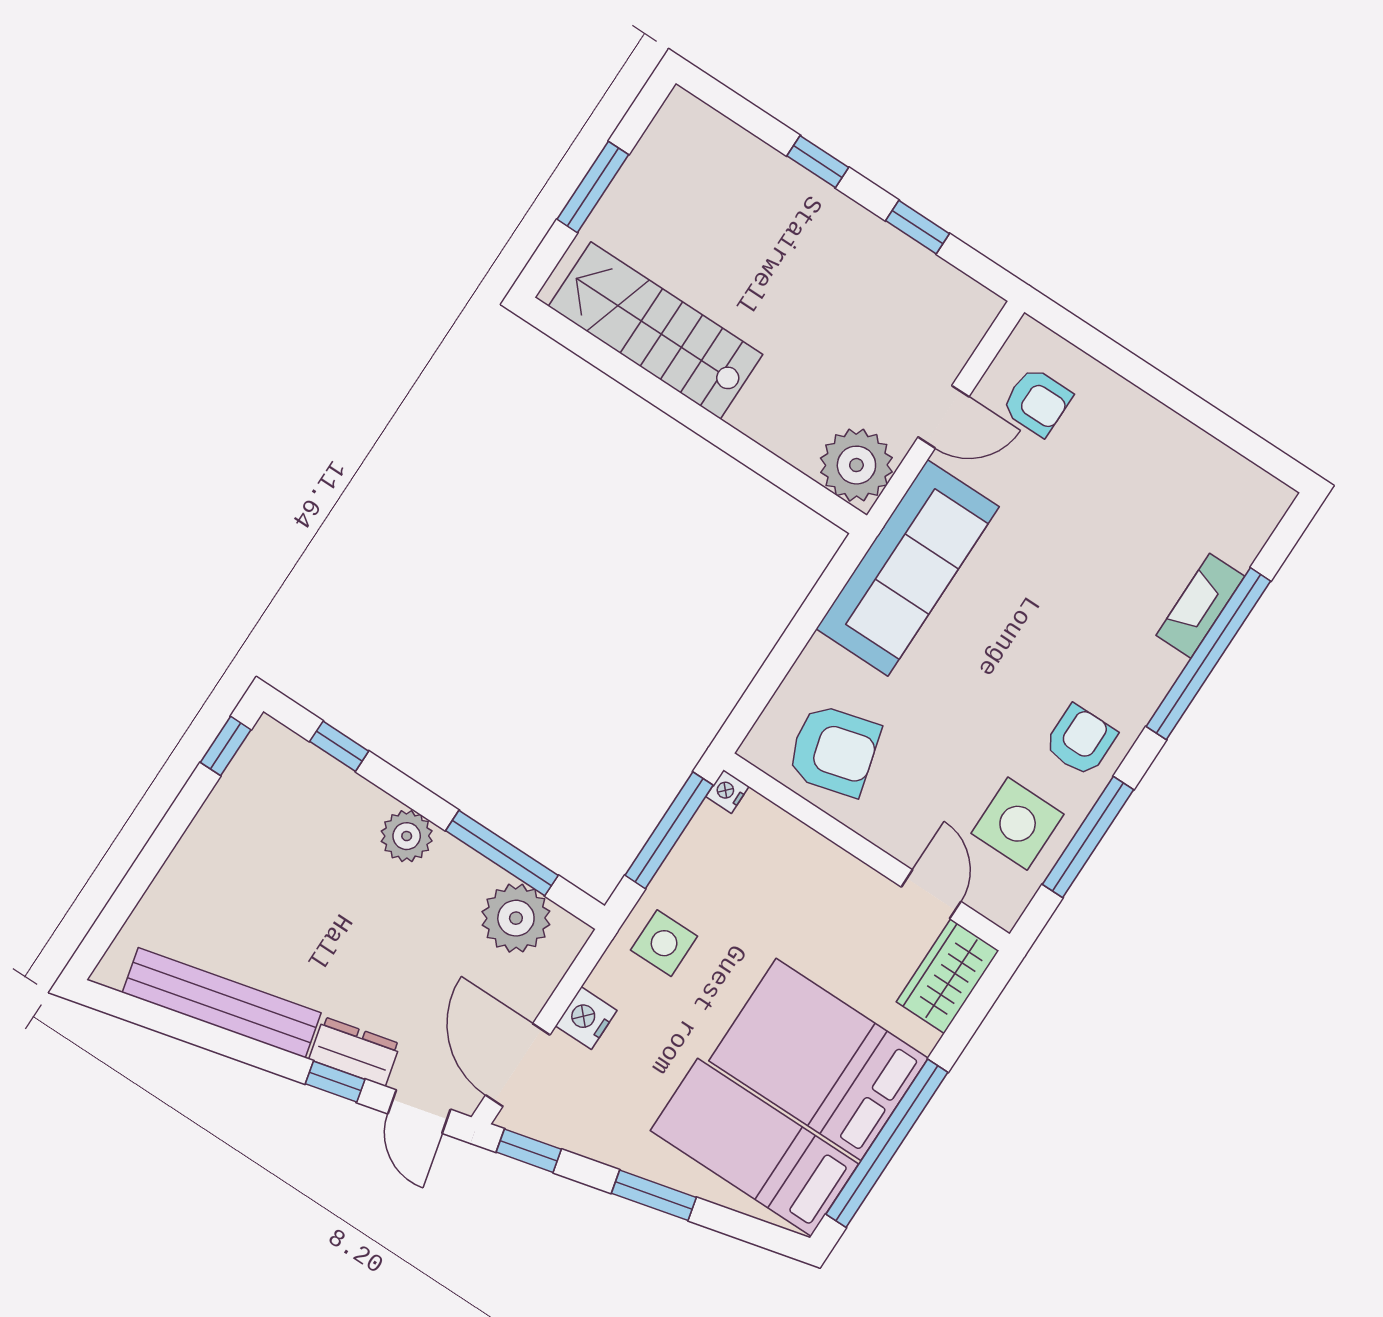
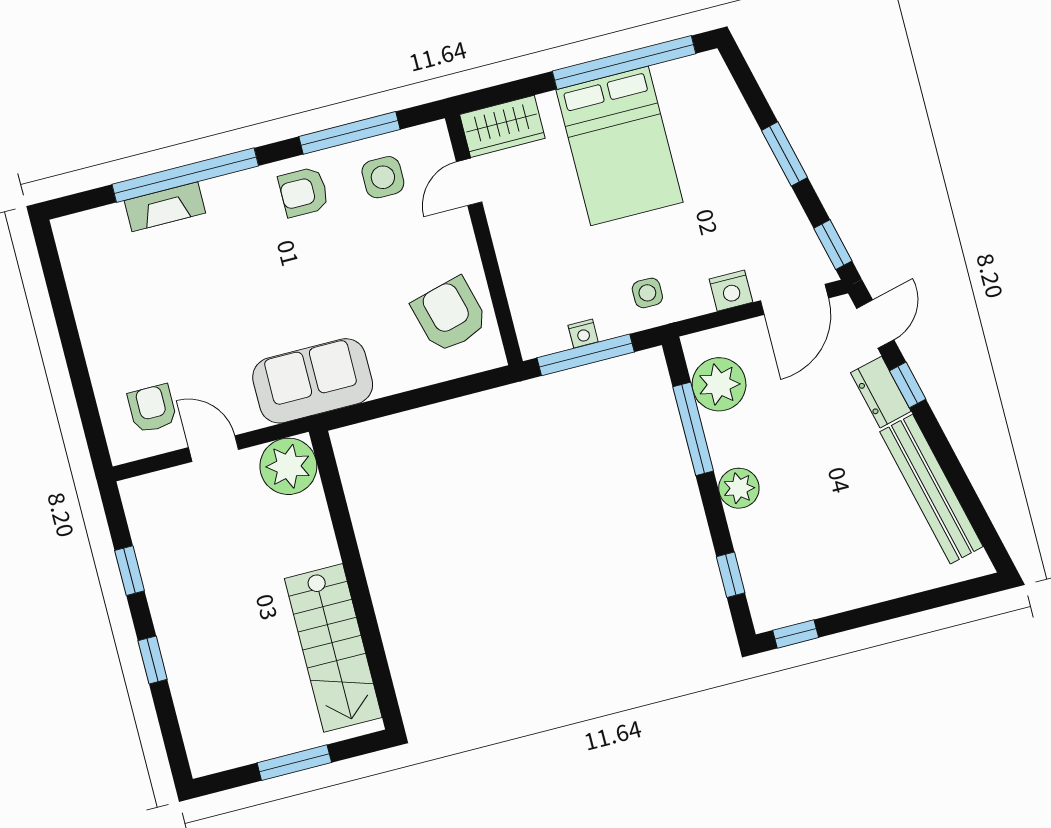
sofa: (908, 568) -> (313, 381), width x0.73
nightstand: (727, 792) -> (583, 334), moved
side table: (1018, 824) -> (383, 177), width x0.73, depth x0.73
side table: (664, 943) -> (647, 293), width x0.73, depth x0.73
bed: (754, 1147) -> (702, 129), removed

